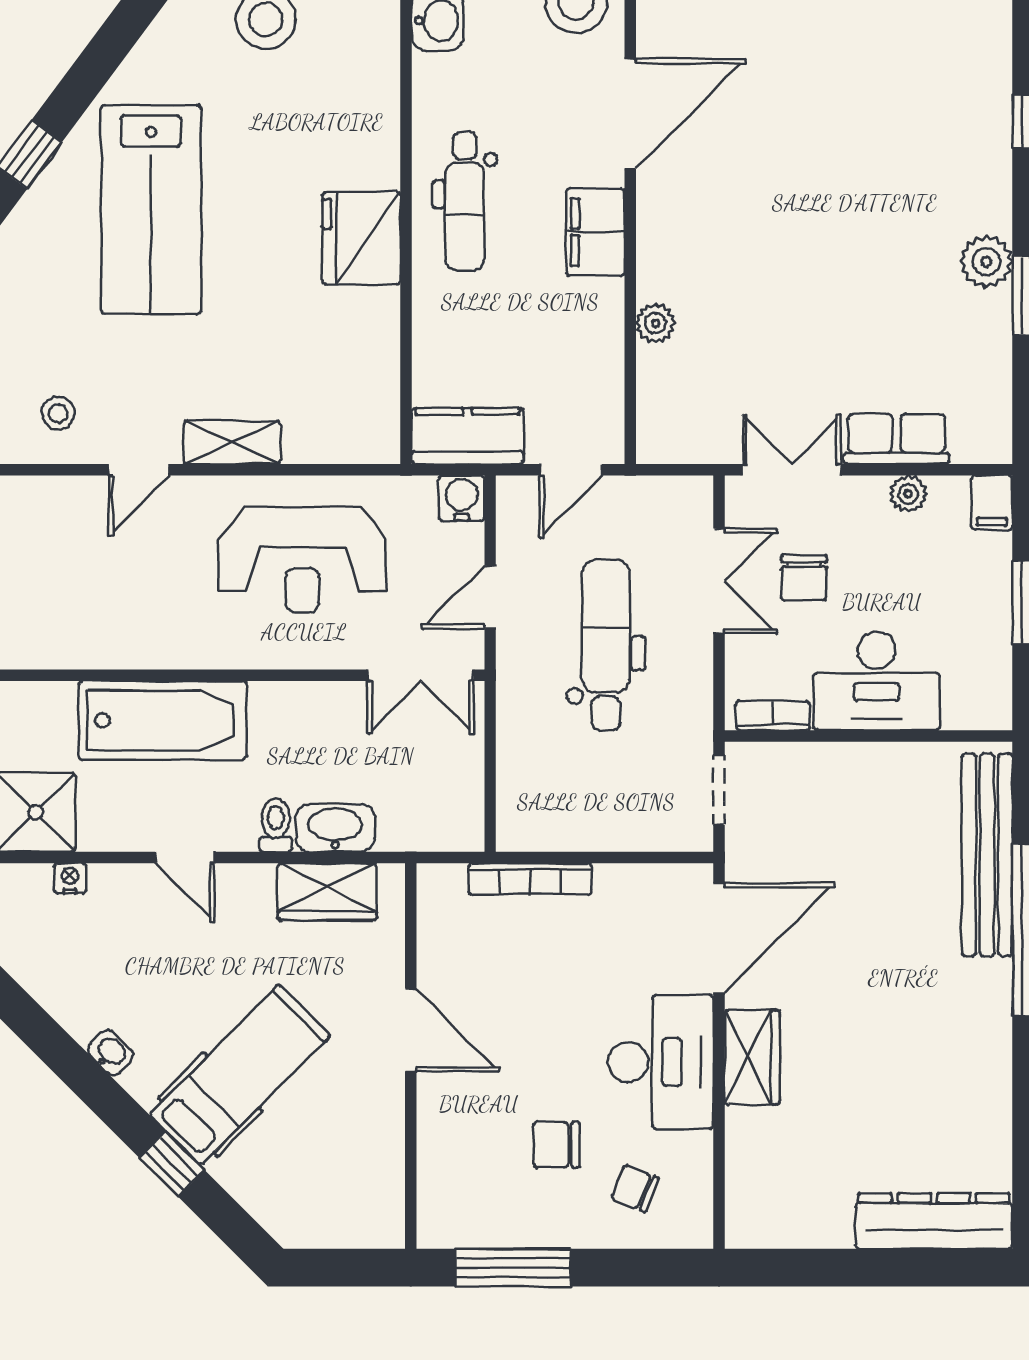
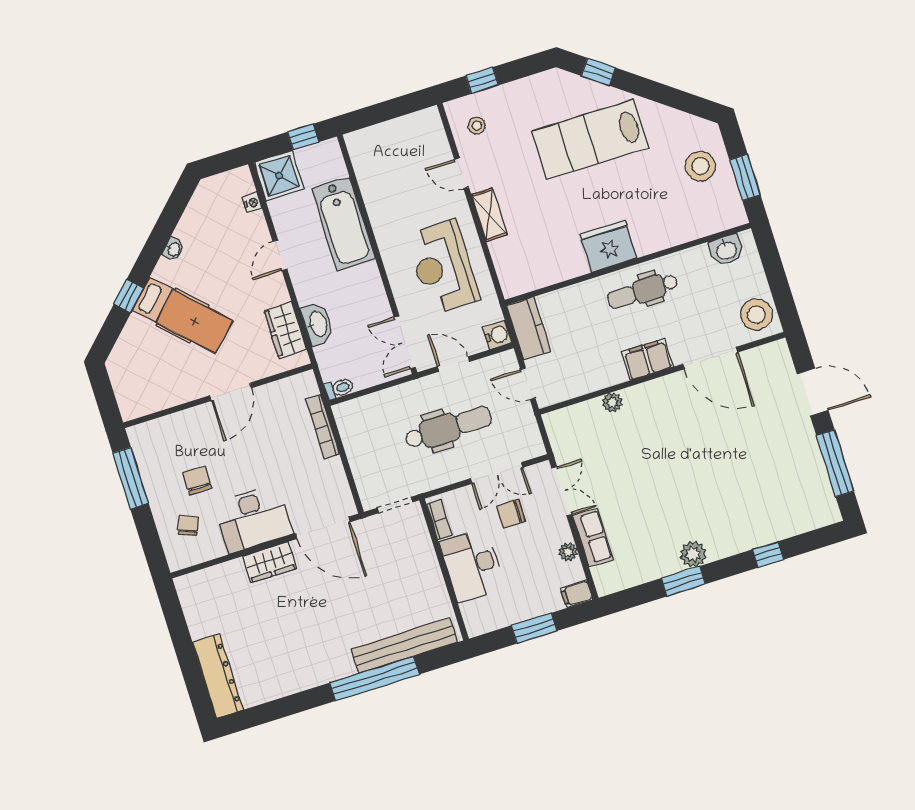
toilet: (276, 825) -> (339, 388), moved

